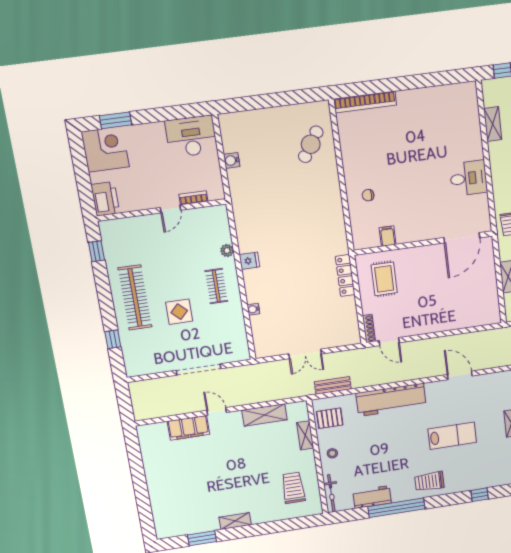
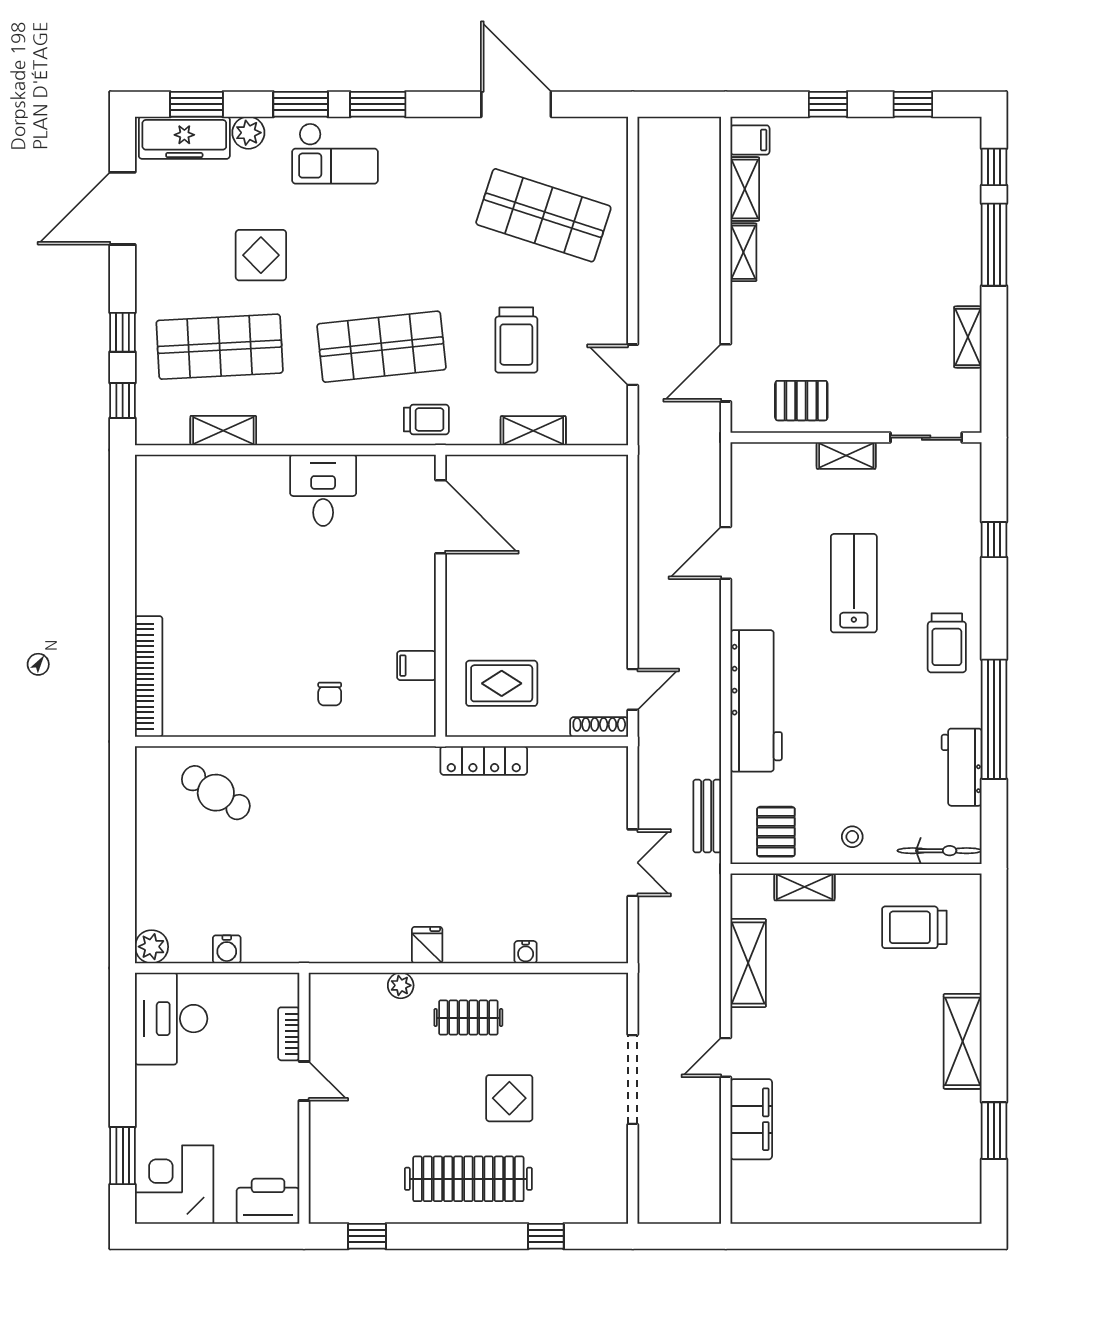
plant: (227, 121) -> (152, 947), added
shelving: (235, 521) -> (963, 1041), width x1.50, depth x1.33

